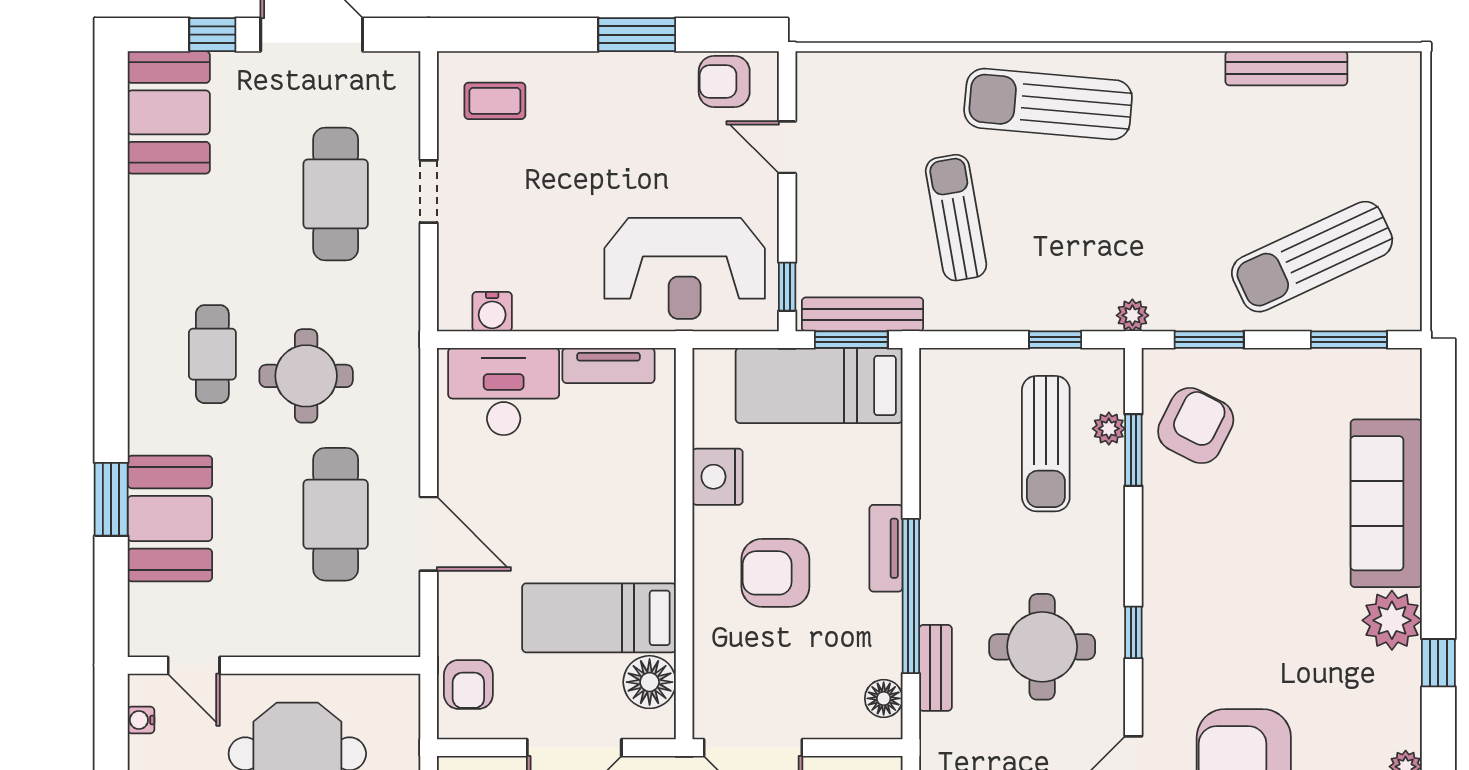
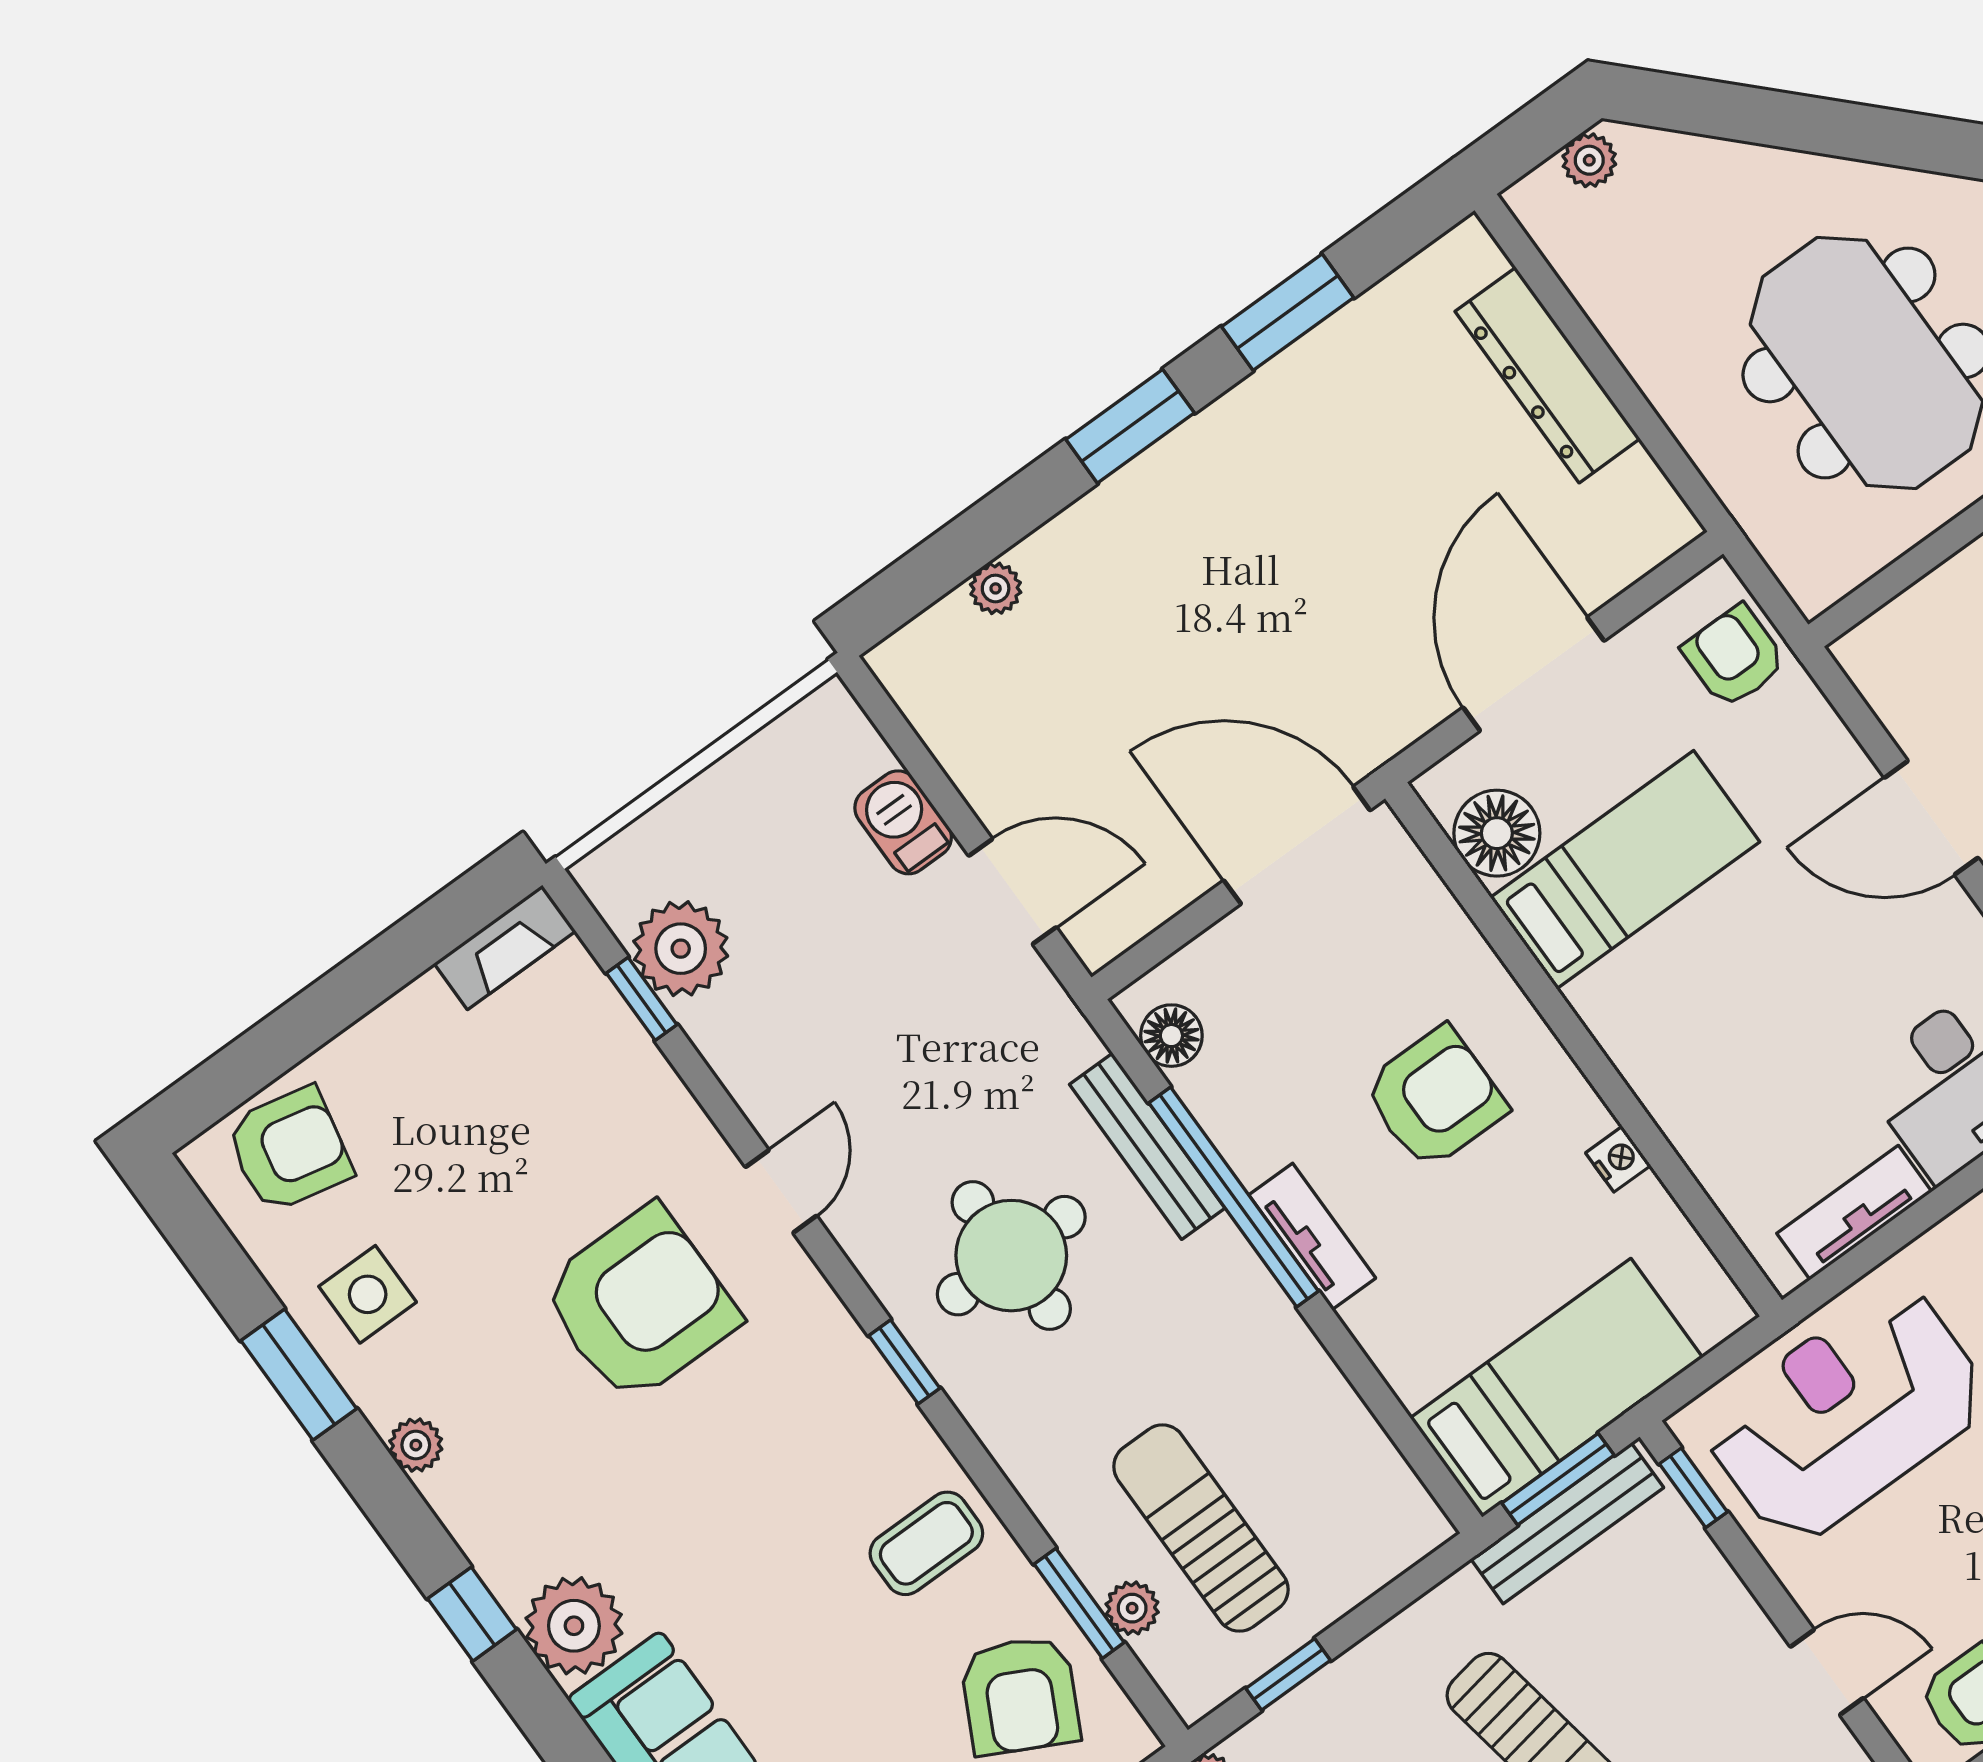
nightstand: (718, 477) -> (1618, 1159), width x0.53, depth x0.56
coffee table: (1188, 535) -> (926, 1543), added
bench: (935, 668) -> (1147, 1146), width x1.36

